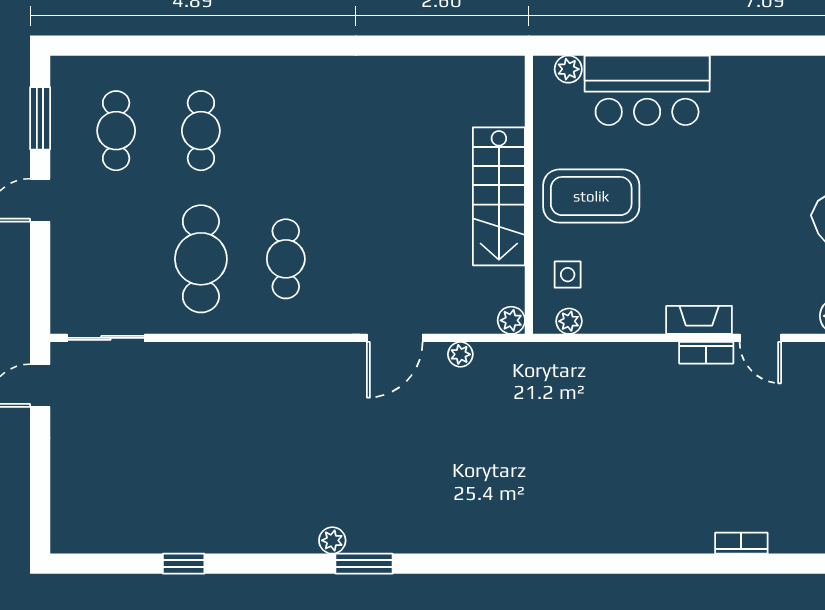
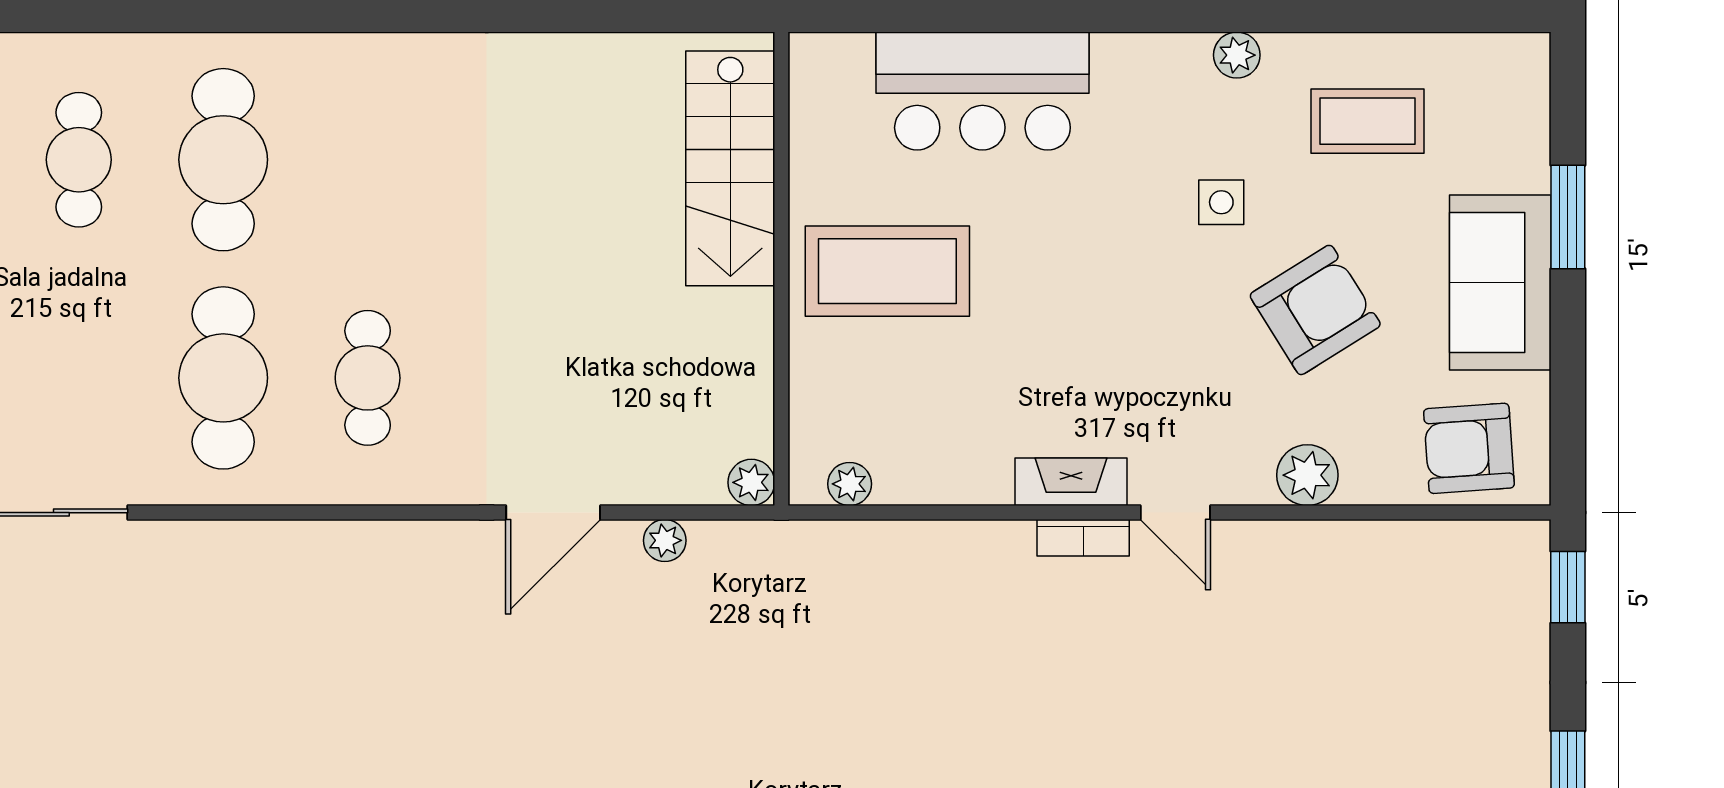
plant: (568, 69) -> (1237, 55), moved
cafe table: (201, 131) -> (223, 160), width x1.37, depth x1.35
stairs: (499, 196) -> (730, 168), moved
side table: (568, 275) -> (1221, 202), moved

